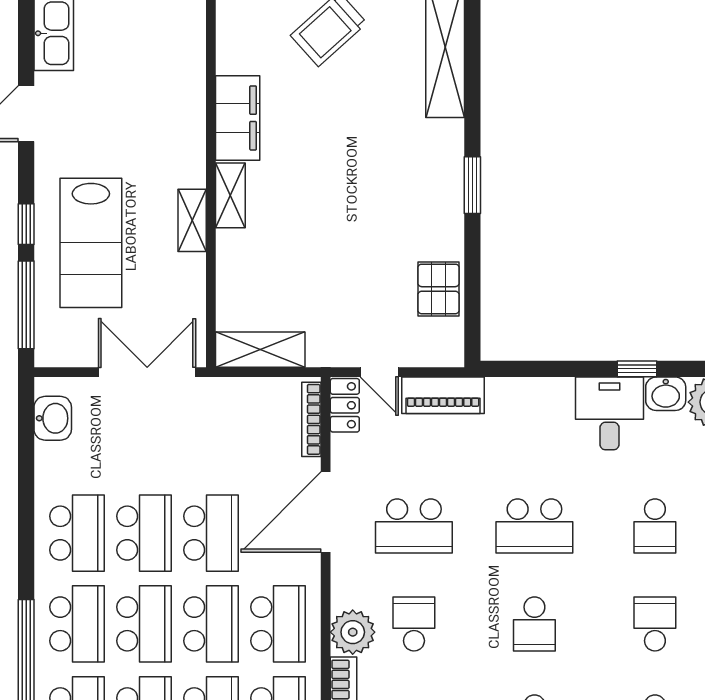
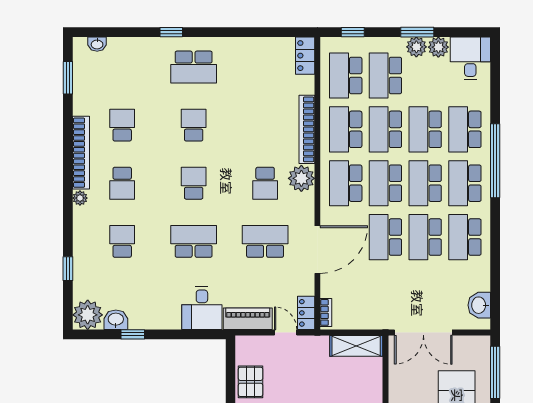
desk: (609, 413) -> (202, 308), moved
bookcase: (311, 419) -> (326, 312), width x0.64

